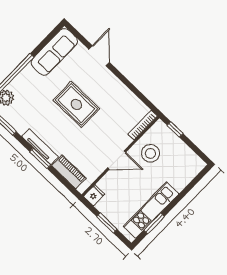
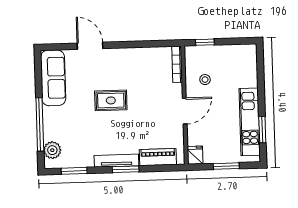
rug: (76, 104) -> (111, 100), width x0.73, depth x0.70
stool: (150, 153) -> (205, 80), width x0.53, depth x0.53

